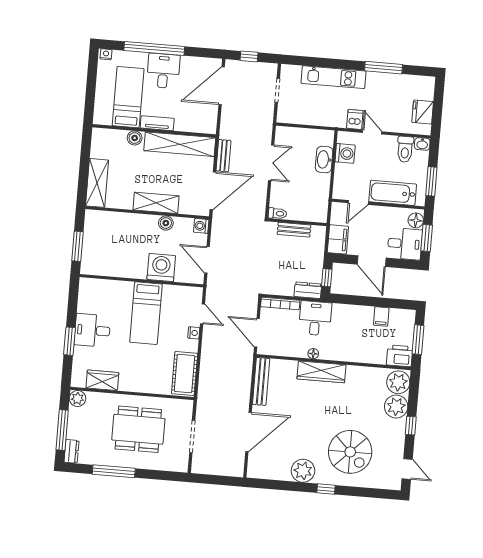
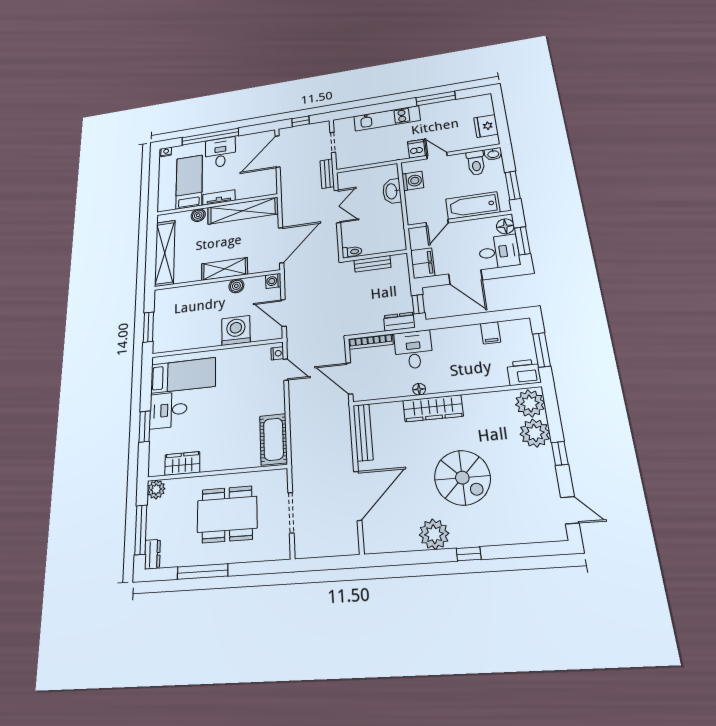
bench: (223, 156) -> (327, 174), moved
shelving: (97, 183) -> (165, 253), width x1.47
bed: (146, 313) -> (183, 375), moved, turned -90
nightstand: (194, 333) -> (277, 353), moved
spiral stairs: (350, 452) -> (462, 478), moved

